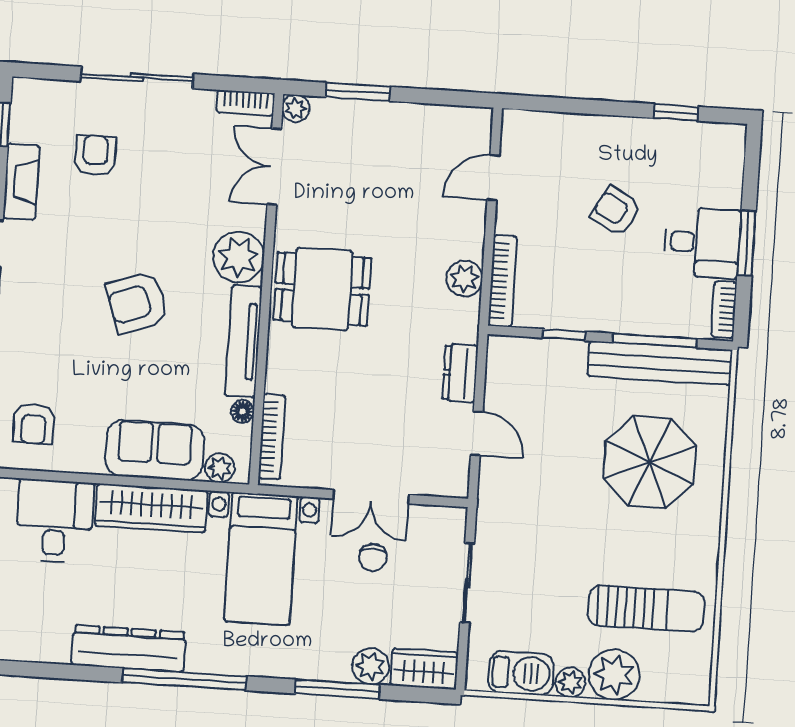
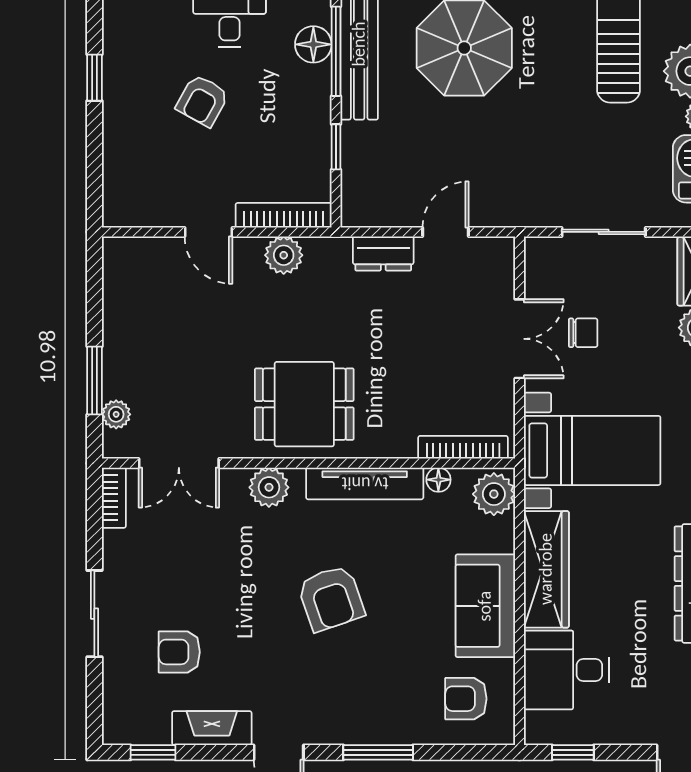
sliding door: (137, 78) -> (94, 614), width x0.73
plant: (296, 108) -> (116, 414), moved
window: (676, 112) -> (94, 78), moved
door: (493, 178) -> (208, 232), moved
plant: (239, 257) -> (269, 487), width x0.73, depth x0.73
dining table: (322, 289) -> (304, 404), turned 90
floor lamp: (662, 320) -> (313, 44), added
armchair: (34, 424) -> (466, 699), turned 180
sofa: (155, 450) -> (485, 606), moved
plant: (220, 468) -> (494, 494), width x1.38, depth x1.38

